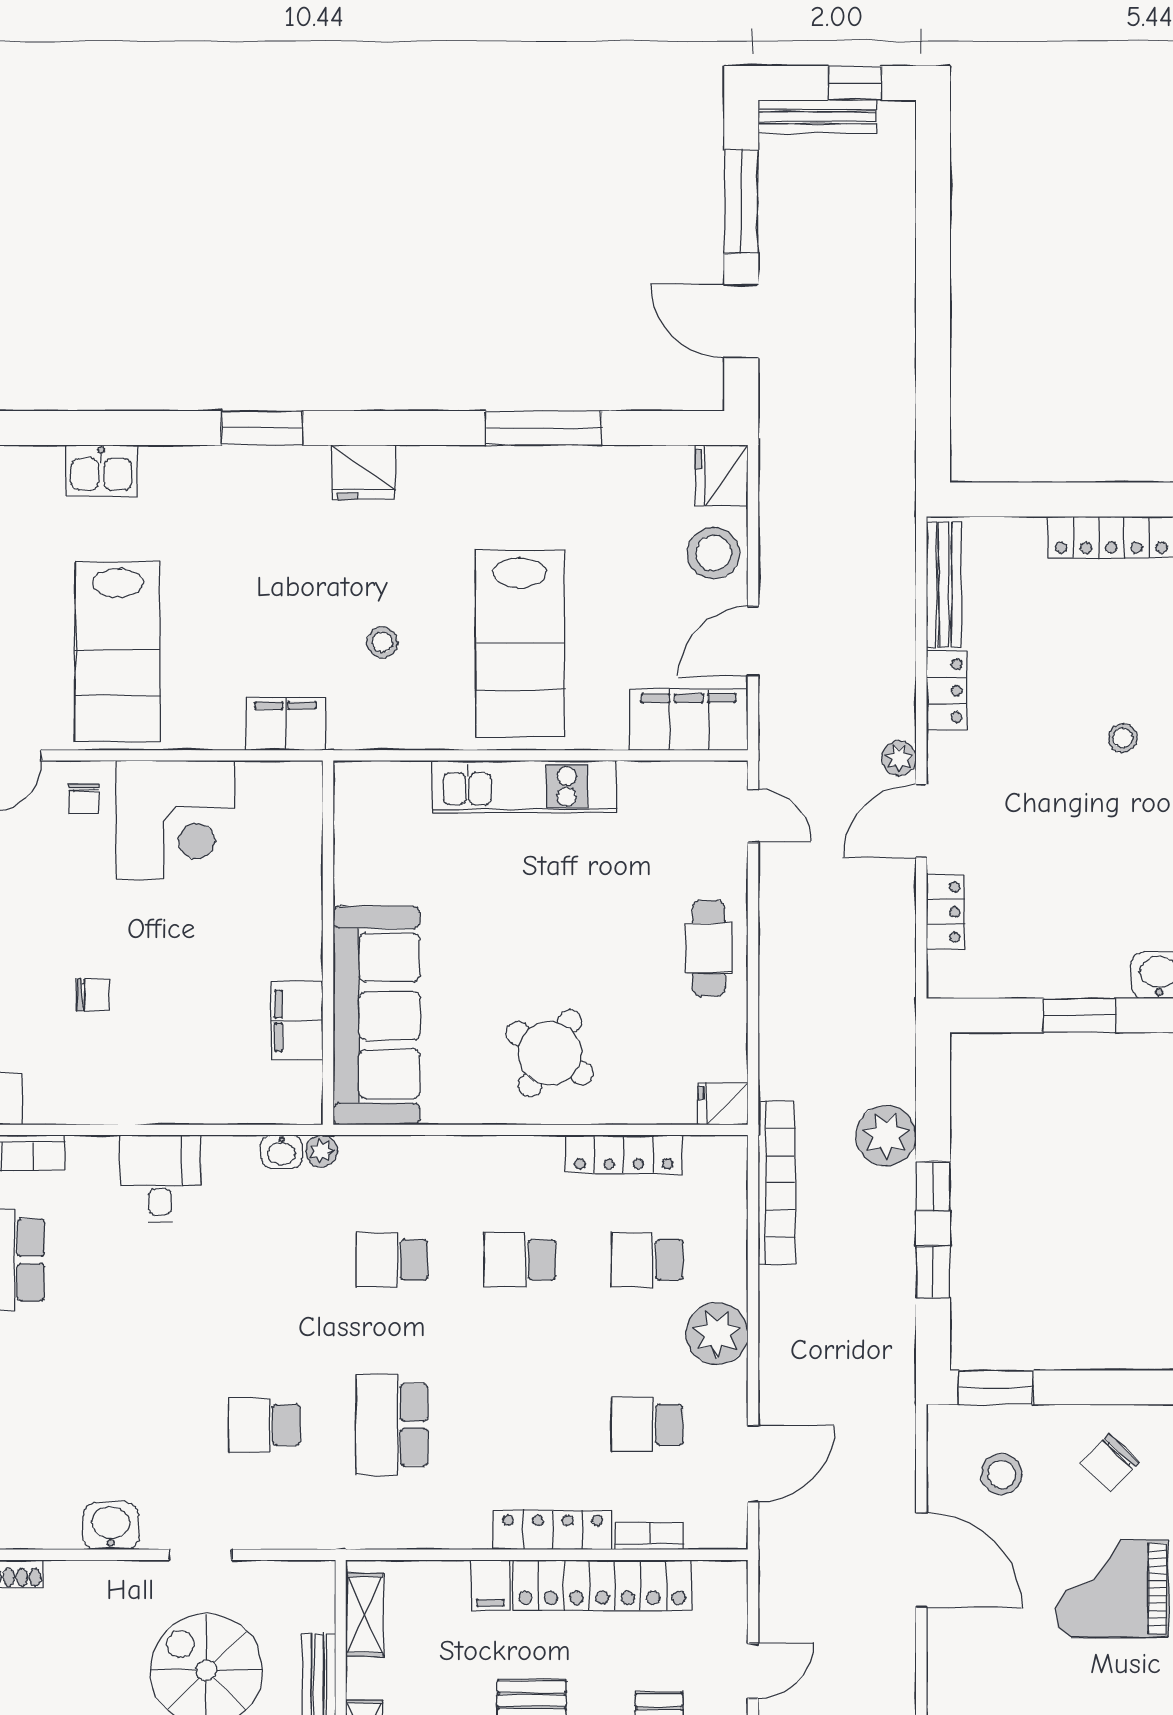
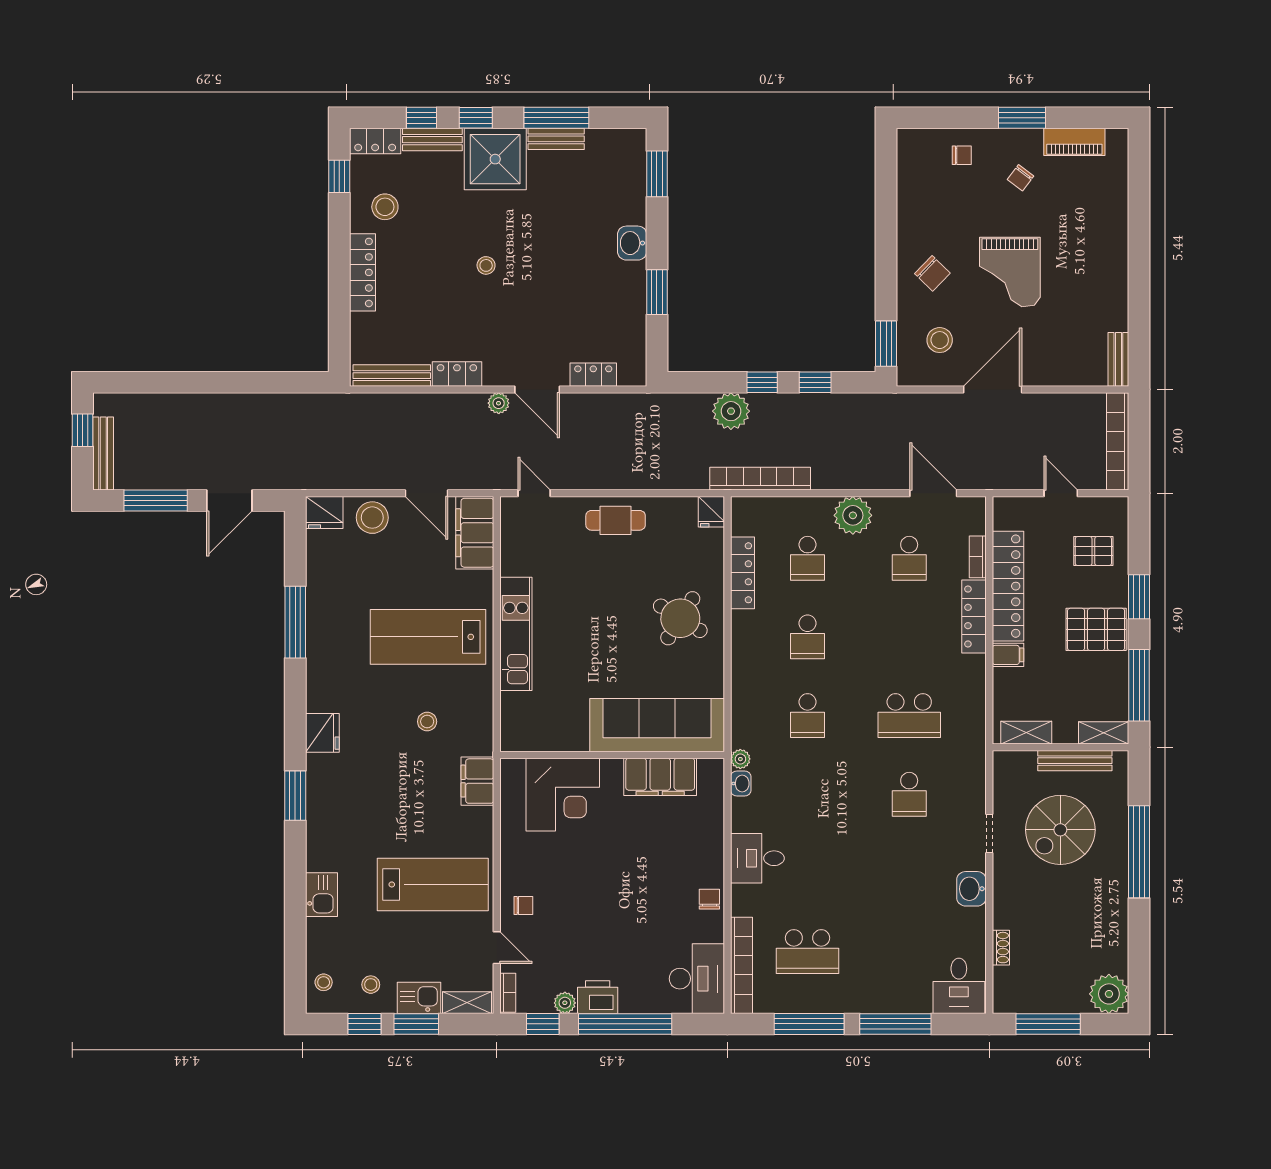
lab bench: (520, 644) -> (428, 637), turned 180
door: (753, 816) -> (534, 493), hinge flipped
corner desk: (175, 820) -> (563, 795), moved, turned 90
chair: (93, 995) -> (709, 899), moved
filing cabinet: (297, 1021) -> (660, 777), width x1.50, depth x1.17

